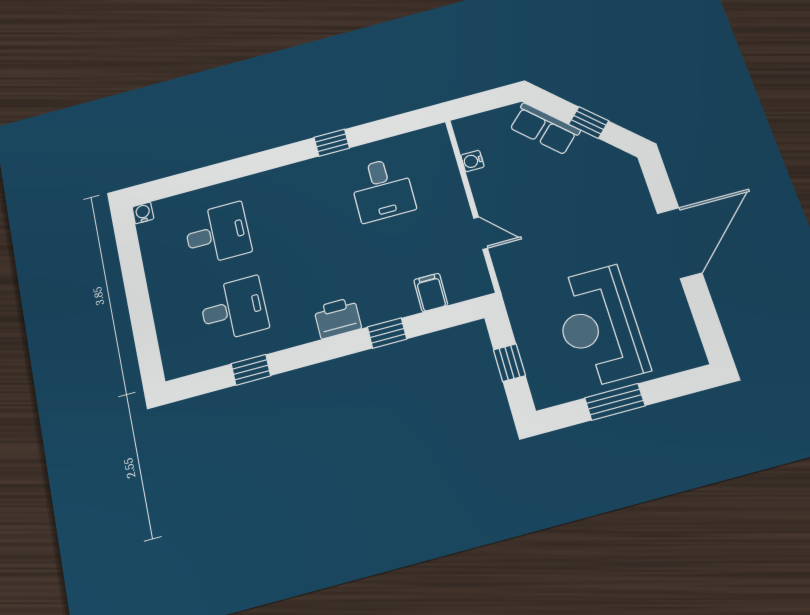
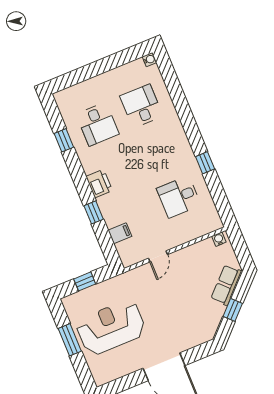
water cooler: (472, 161) -> (219, 239), moved
desk: (218, 234) -> (141, 106), turned 180

